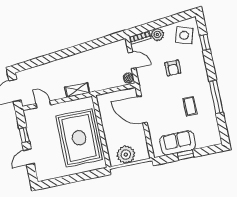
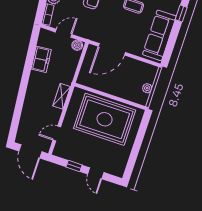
freezer: (99, 54) -> (41, 59), added
sofa: (178, 143) -> (159, 35), width x1.36
plant: (126, 155) -> (147, 88), width x0.53, depth x0.53
window: (186, 155) -> (181, 13), moved

